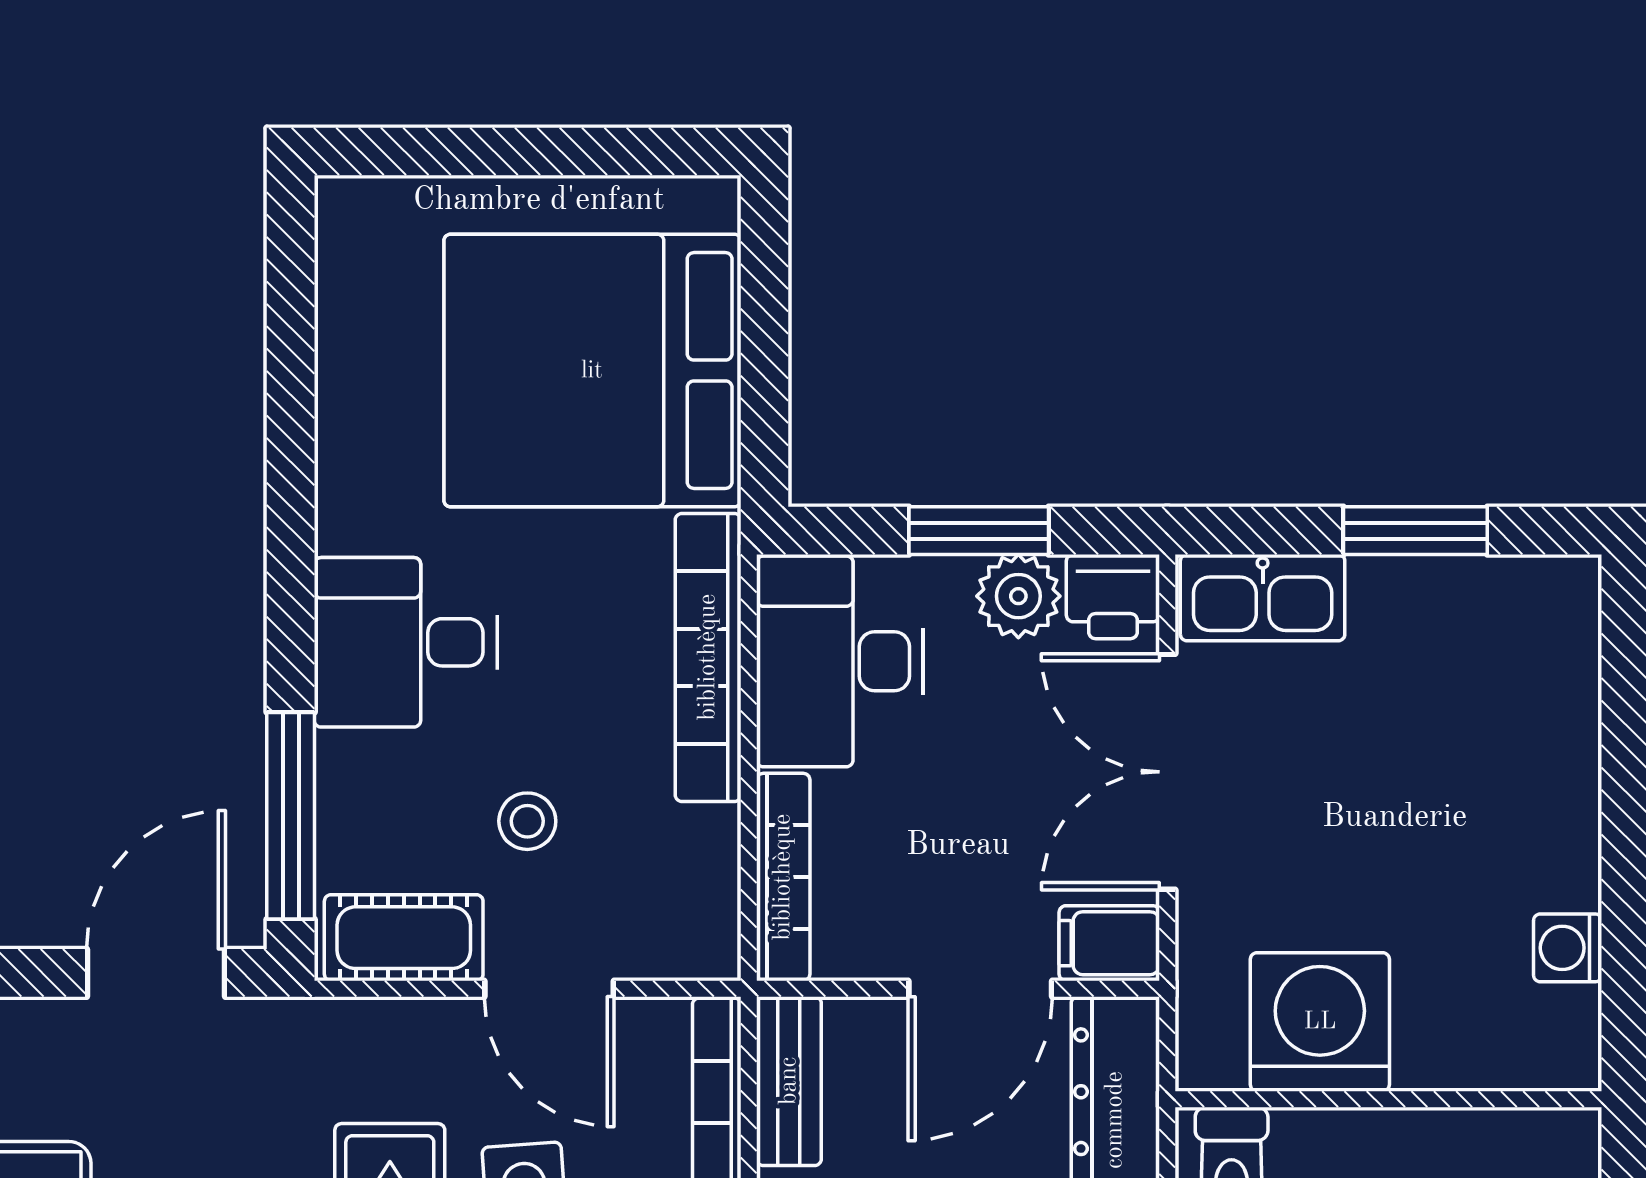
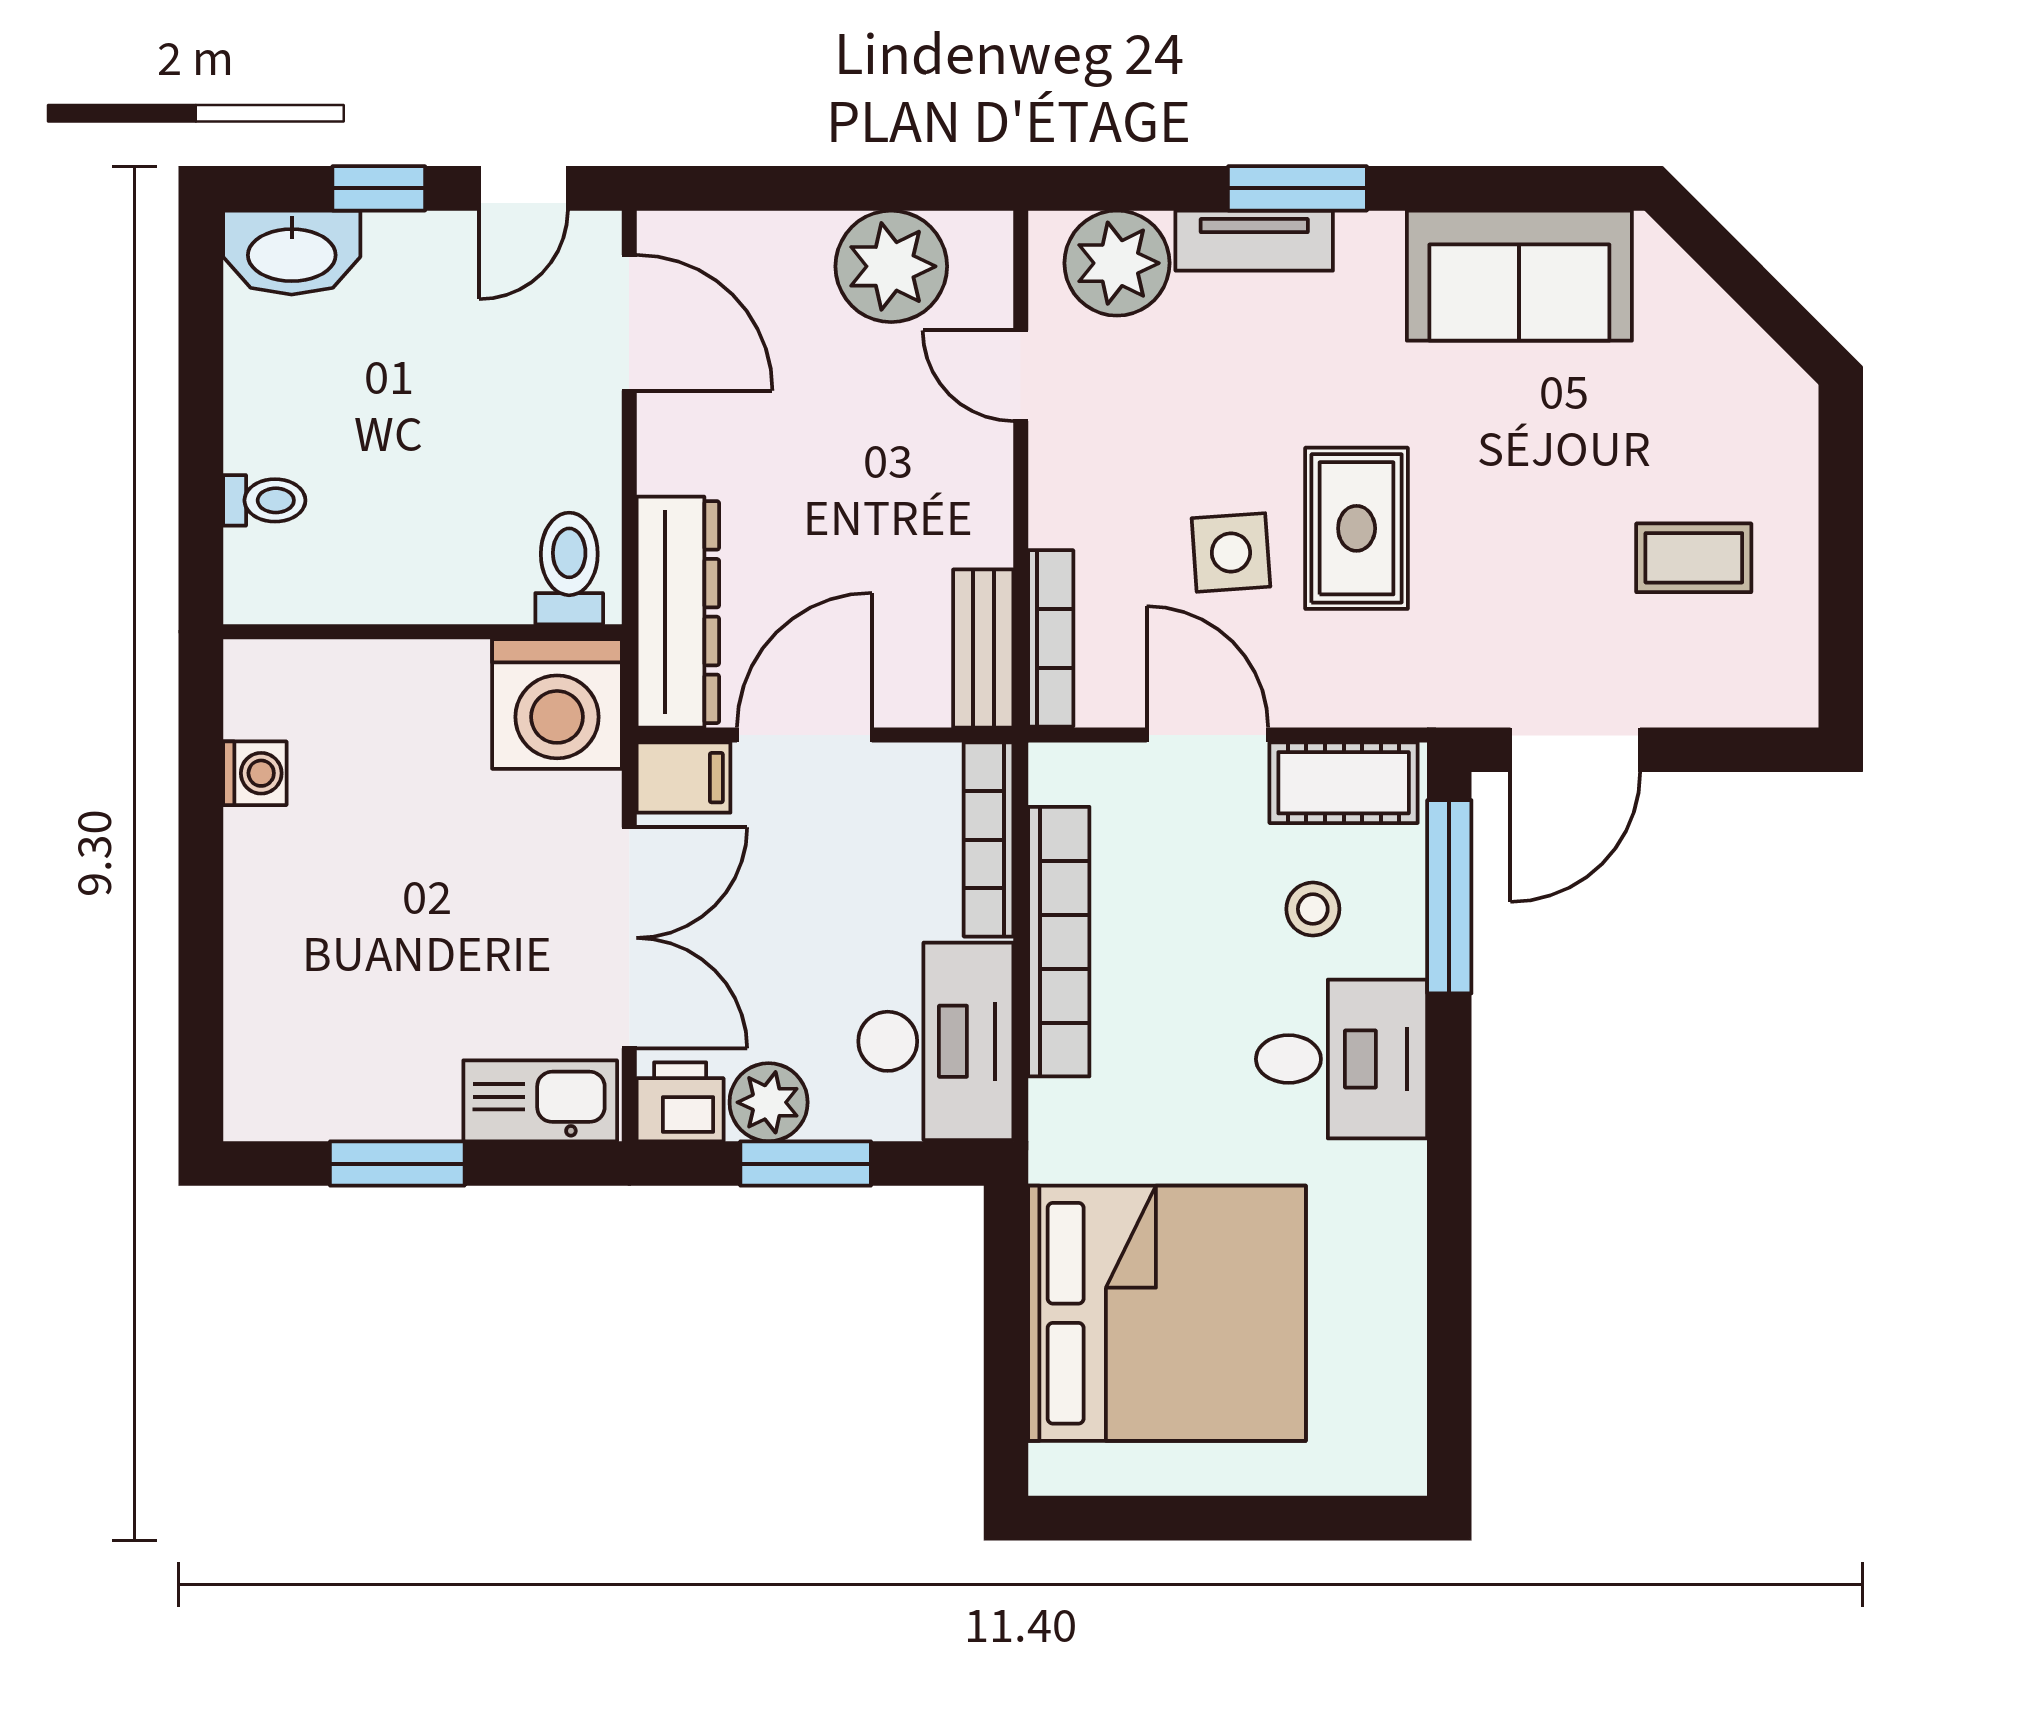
bookcase: (708, 657) -> (1059, 942), moved
stool: (527, 821) -> (1313, 909), moved
washing machine: (1320, 1022) -> (557, 704), moved

